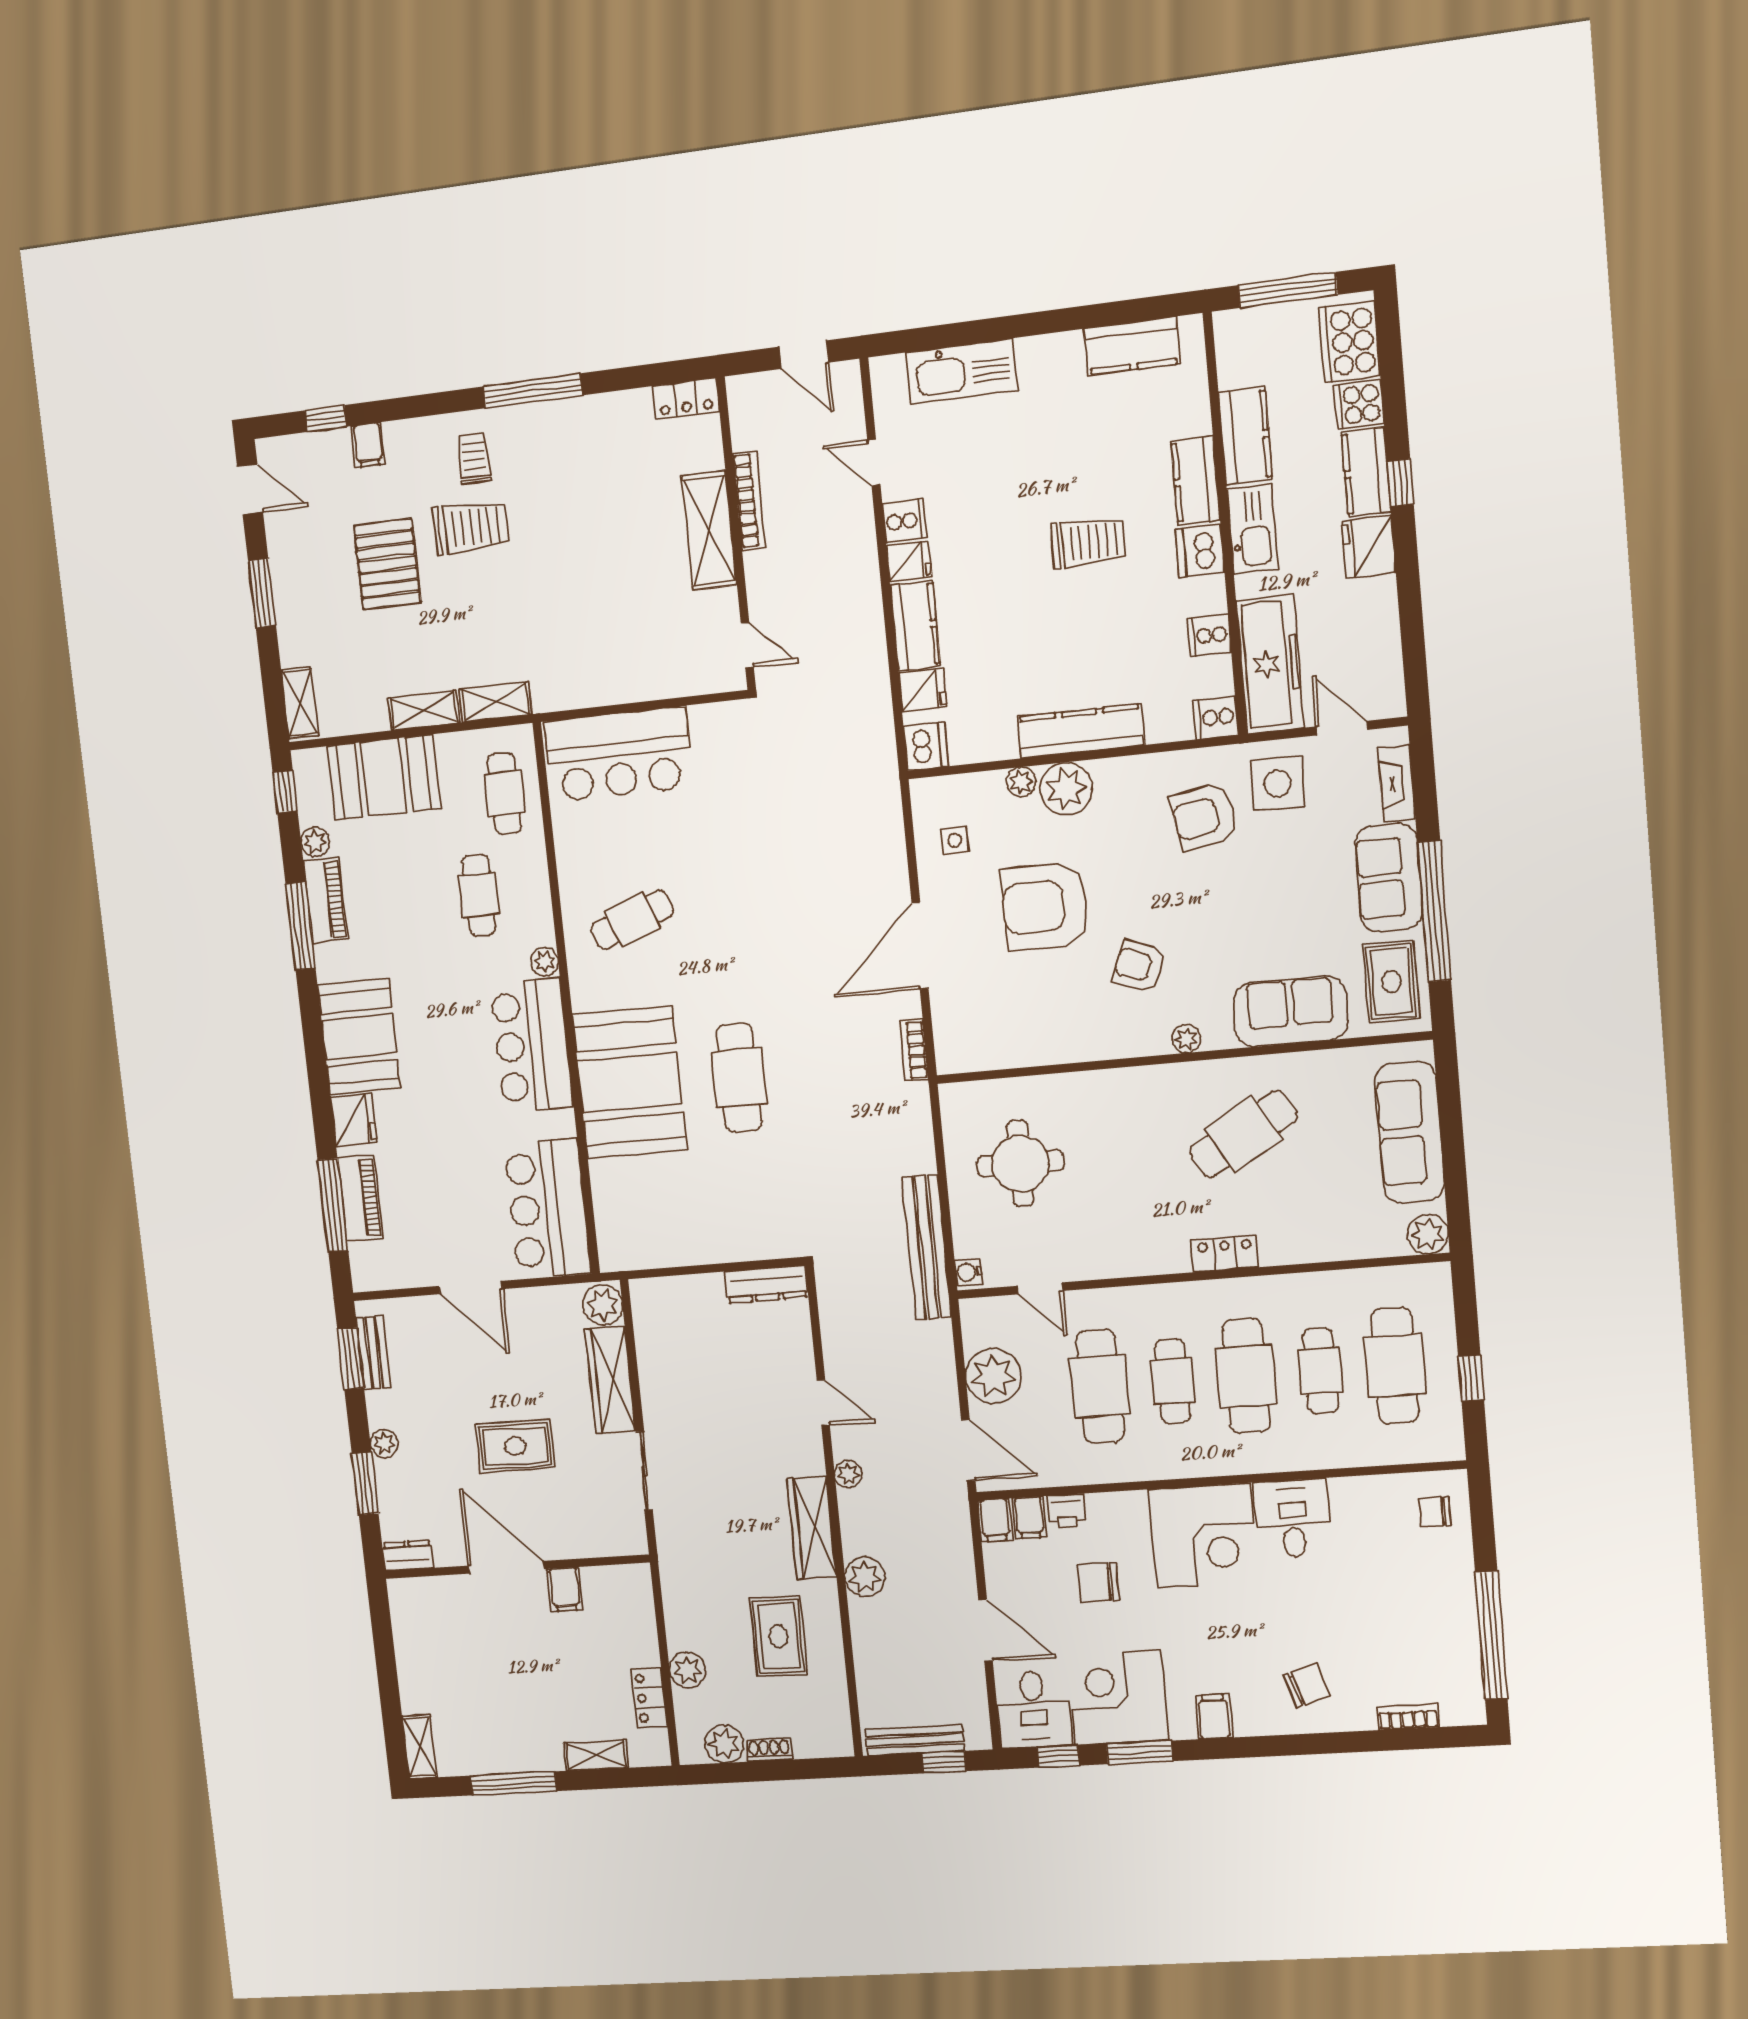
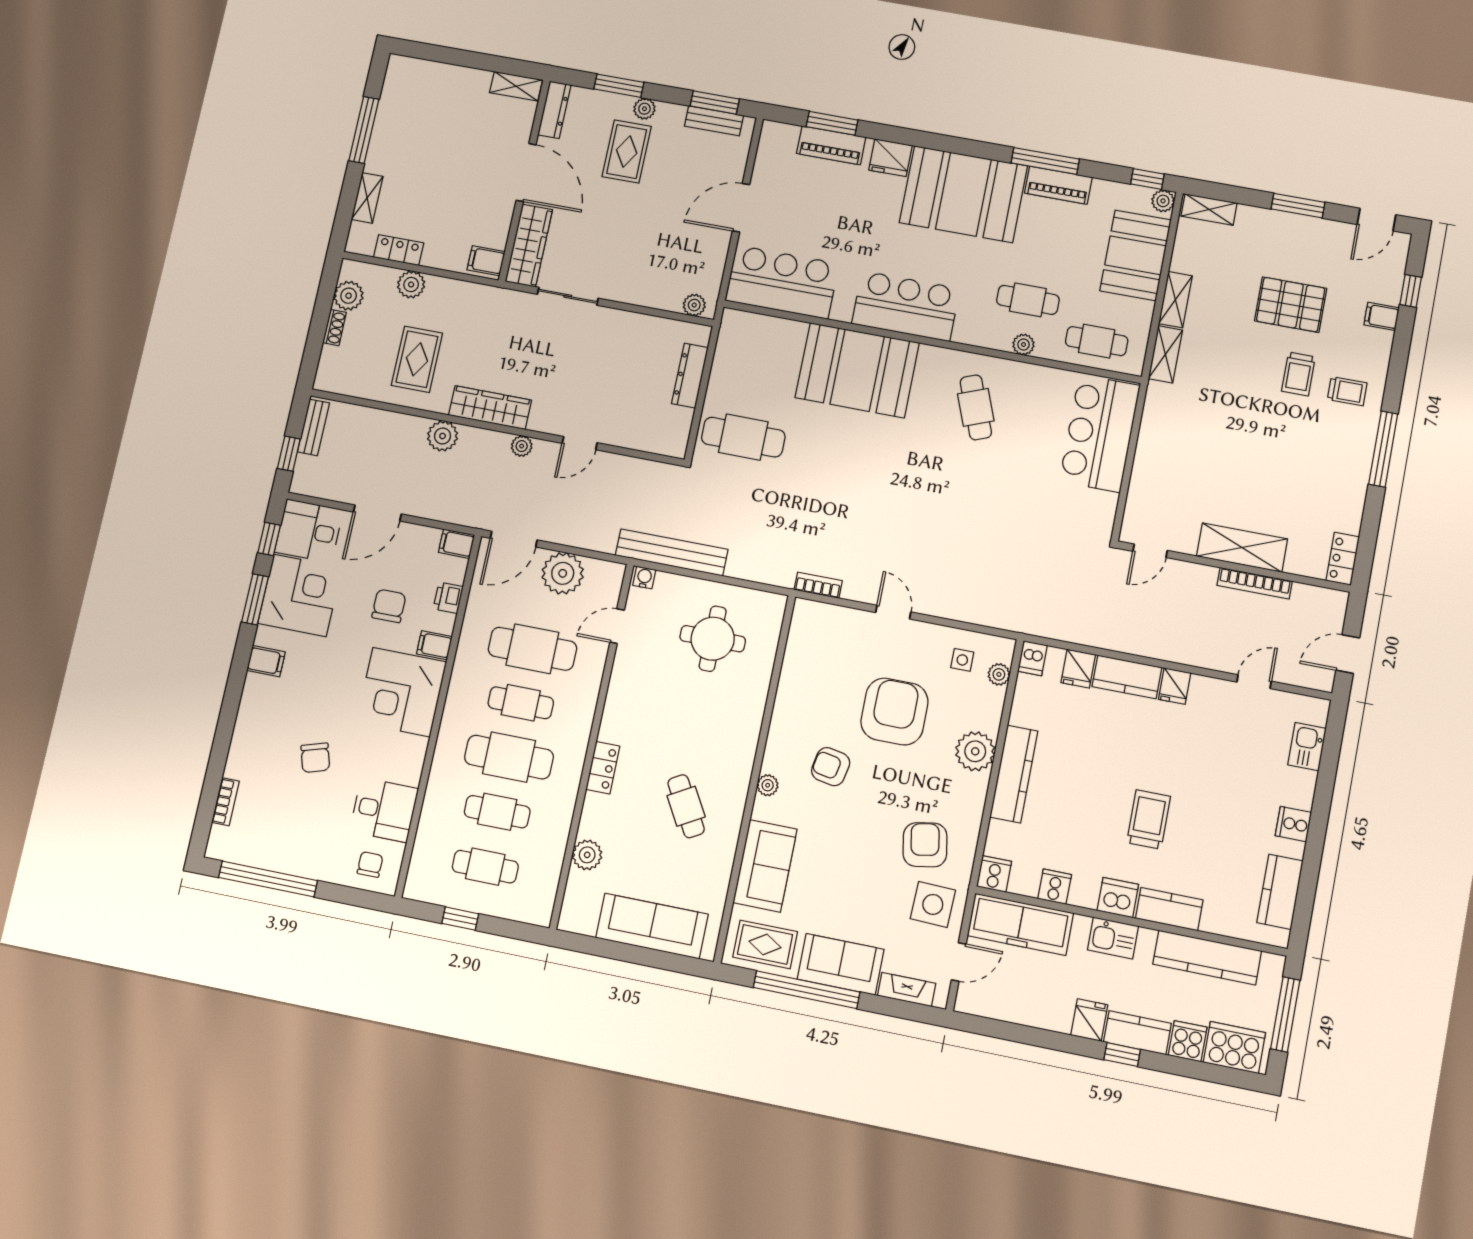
kitchen sink: (962, 371) -> (1307, 747), width x0.53, depth x0.81
kitchen counter: (1245, 436) -> (1207, 957), width x1.50
cooker: (904, 521) -> (1293, 824), moved, turned 90
trolley: (471, 527) -> (1298, 374), width x0.73, depth x0.72
kitchen sink: (1252, 529) -> (1113, 938), width x0.73
trolley: (1088, 542) -> (1149, 819), turned 180
fridge: (1369, 547) -> (1089, 1020), width x0.72
dishwasher: (926, 746) -> (1032, 658), width x0.73
plant: (1021, 782) -> (999, 674), moved
plant: (315, 842) -> (1163, 201), moved
door: (920, 946) -> (893, 612), width x0.53
plant: (544, 962) -> (1023, 345), moved
armchair: (1139, 966) -> (831, 767), turned -100
booth: (359, 1037) -> (963, 194), width x1.36, depth x1.42
cafe table: (739, 1078) -> (743, 437), moved
cafe table: (1243, 1134) -> (686, 806), width x0.73, depth x0.74
window: (333, 1205) -> (832, 123), width x0.69
plant: (1428, 1234) -> (587, 855), moved
dresser: (766, 1284) -> (690, 376), moved
plant: (603, 1305) -> (694, 305), width x0.73, depth x0.73
cafe table: (1395, 1365) -> (485, 867), width x0.73, depth x0.74
wardrobe: (610, 1380) -> (529, 245), moved, turned 90
rug: (515, 1446) -> (627, 152), moved
filing cabinet: (1029, 1517) -> (434, 645), moved
desk: (1293, 1518) -> (384, 810), moved
dresser: (408, 1555) -> (554, 110), width x1.44
door: (506, 1567) -> (526, 172), hinge flipped
filing cabinet: (565, 1589) -> (486, 261), moved
rug: (778, 1636) -> (417, 359), turned 90
chair: (1307, 1685) -> (315, 758), moved
bench: (915, 1740) -> (313, 427), width x0.73
shelving: (419, 1747) -> (516, 86), moved

